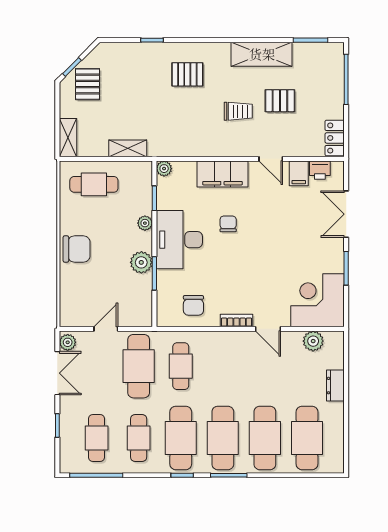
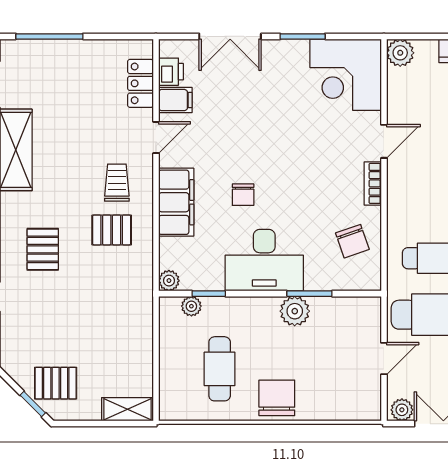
pallet: (280, 101) -> (112, 230), moved, turned 90
trolley: (238, 111) -> (117, 183), moved
locker: (335, 138) -> (140, 83), moved, turned 90
shelving: (128, 148) -> (142, 329), removed
cafe table: (94, 184) -> (220, 369), moved
plant: (145, 223) -> (191, 306), moved
chair: (228, 224) -> (243, 195), turned -90
chair: (193, 305) -> (352, 241), turned 71
door: (106, 329) -> (384, 359), swing flipped
plant: (313, 341) -> (400, 53), moved

